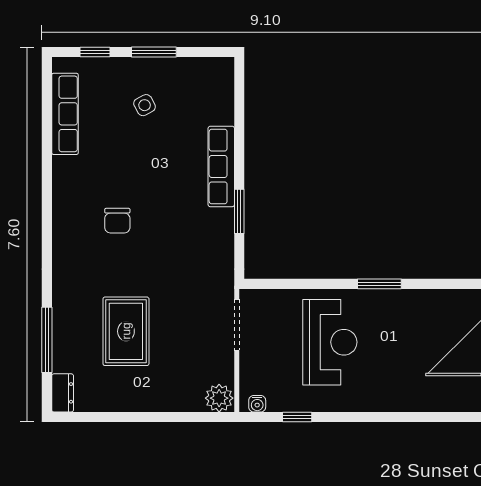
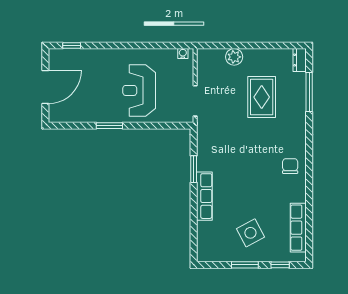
side table: (145, 105) -> (250, 233), width x1.87, depth x1.87
chair: (117, 221) -> (290, 166), moved
plant: (219, 398) -> (234, 57), moved
window: (297, 417) -> (72, 46), moved

